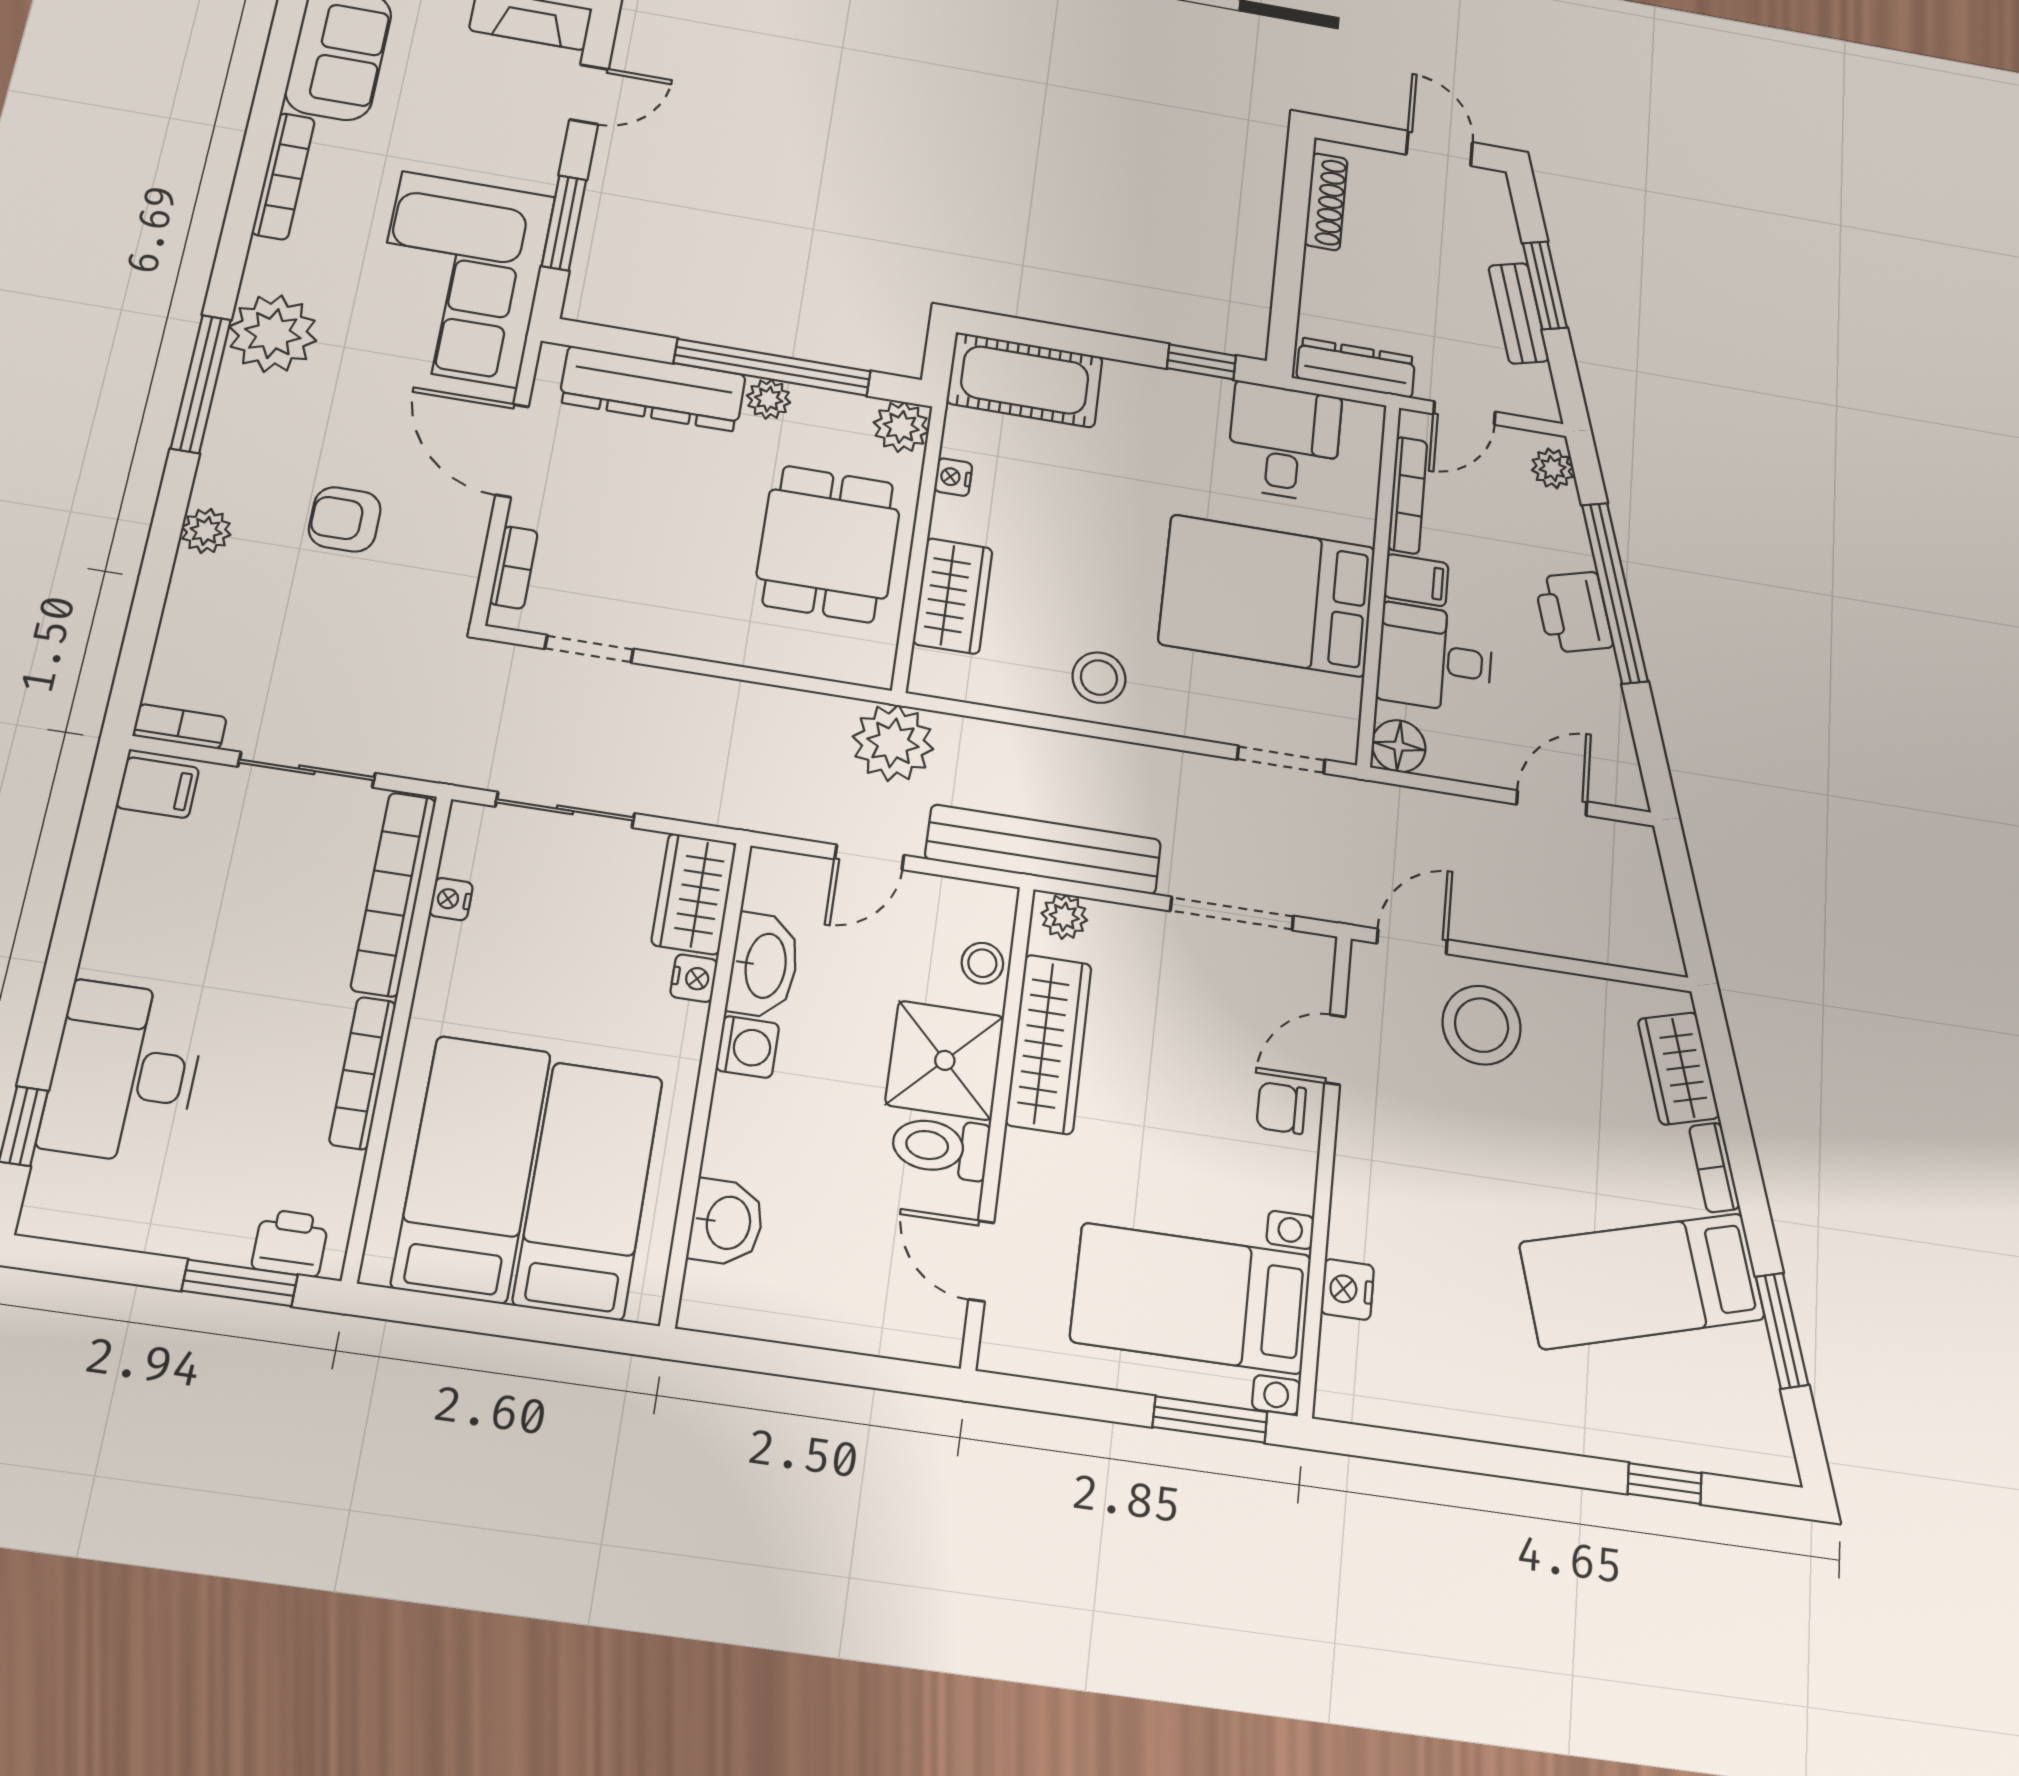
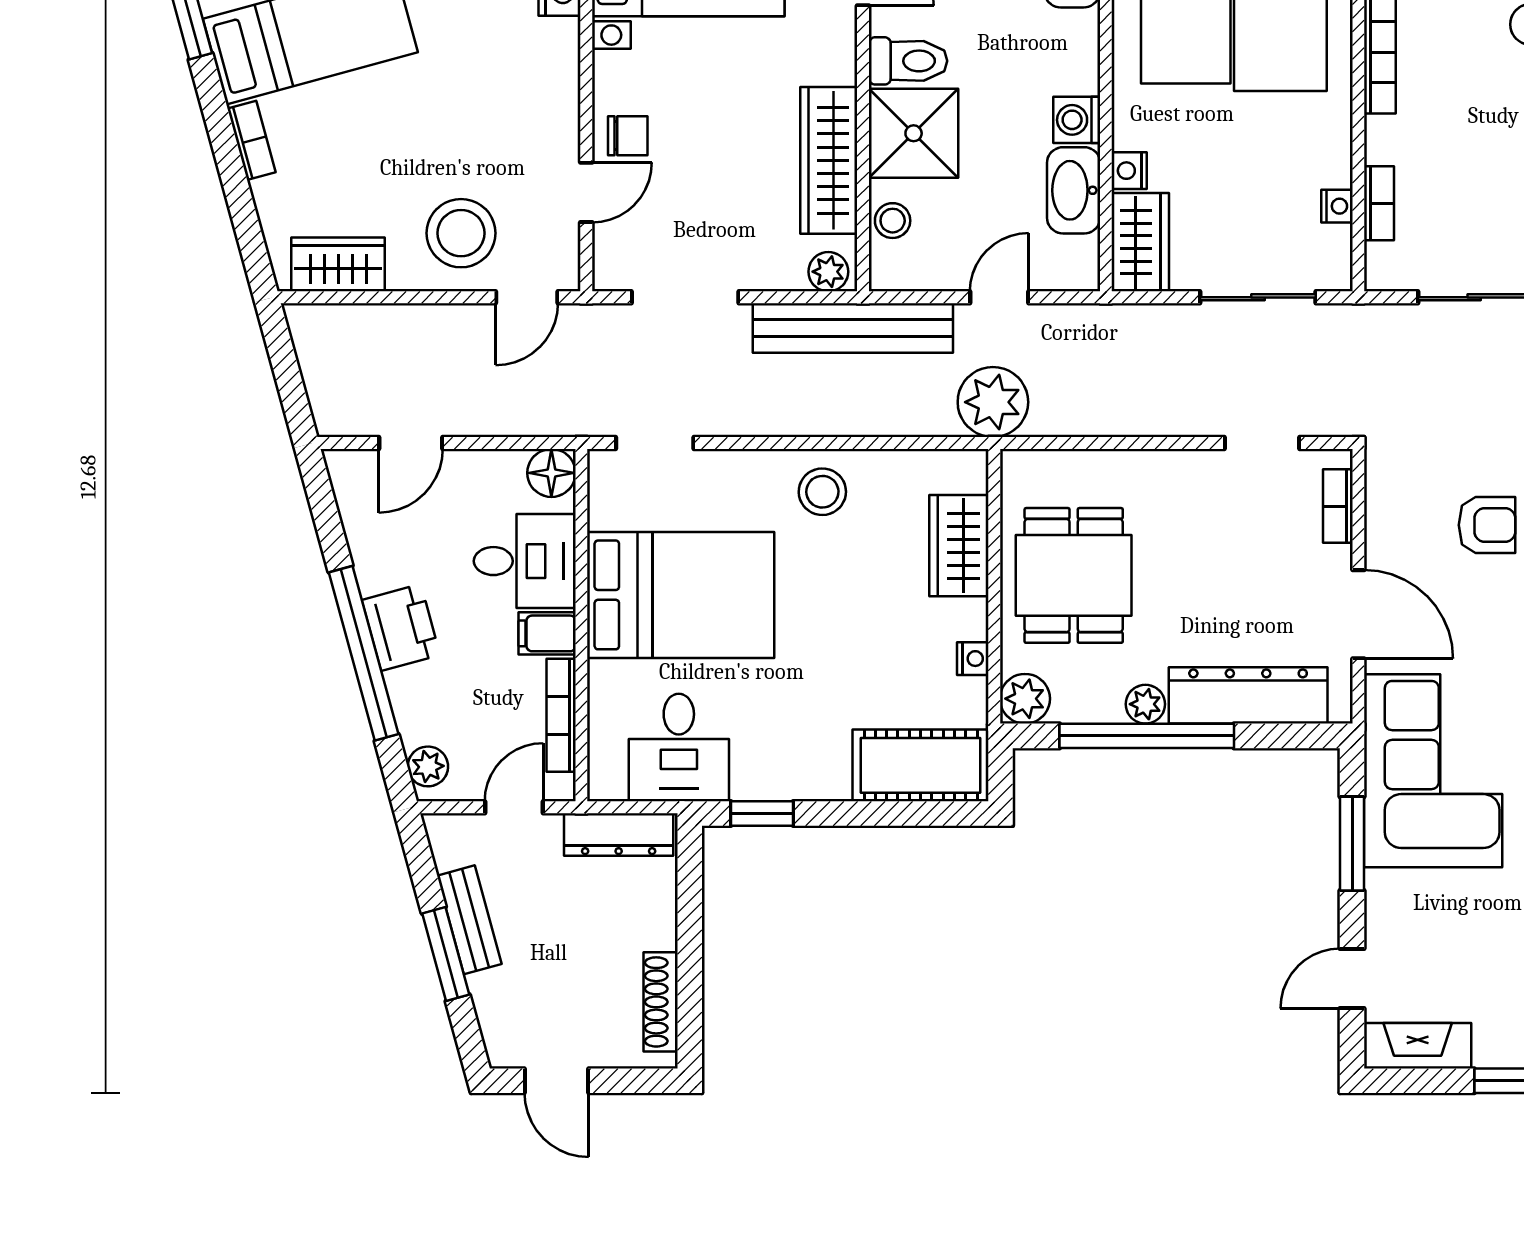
bookcase: (394, 894) -> (1379, 203), width x0.43, depth x0.76
wardrobe: (1678, 1068) -> (338, 264), moved, turned -75

